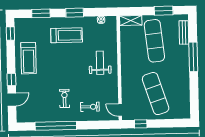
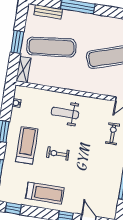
window: (164, 11) -> (17, 42), moved
exercise bike: (64, 98) -> (58, 154), moved

